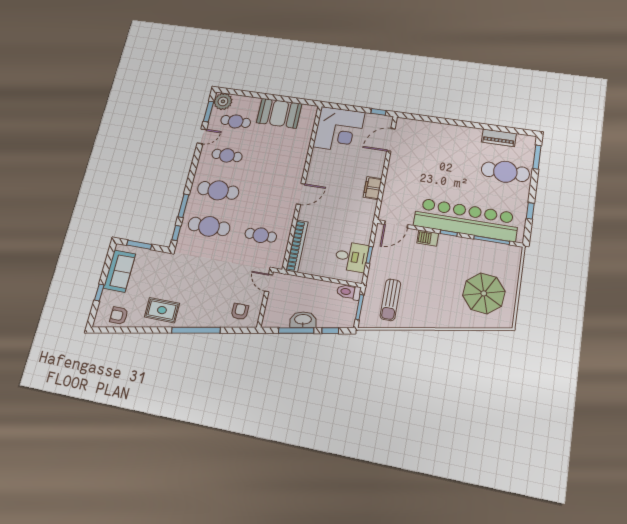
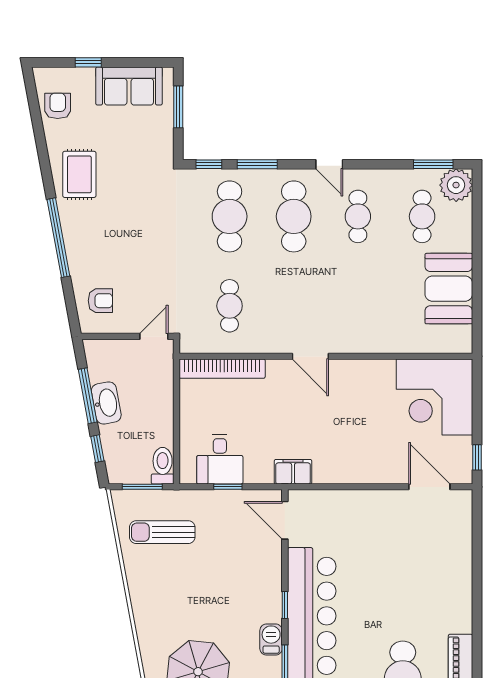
door: (202, 136) -> (329, 164), moved
filing cabinet: (373, 188) -> (293, 472), moved
barbecue: (428, 238) -> (271, 640), moved

